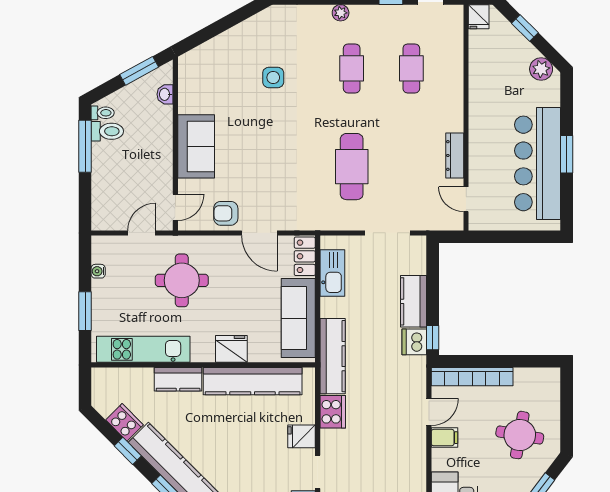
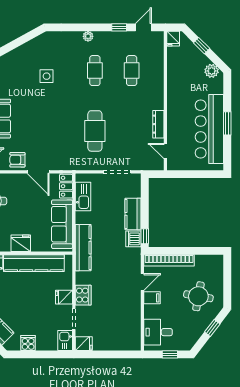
cooker: (333, 412) -> (83, 295), moved

